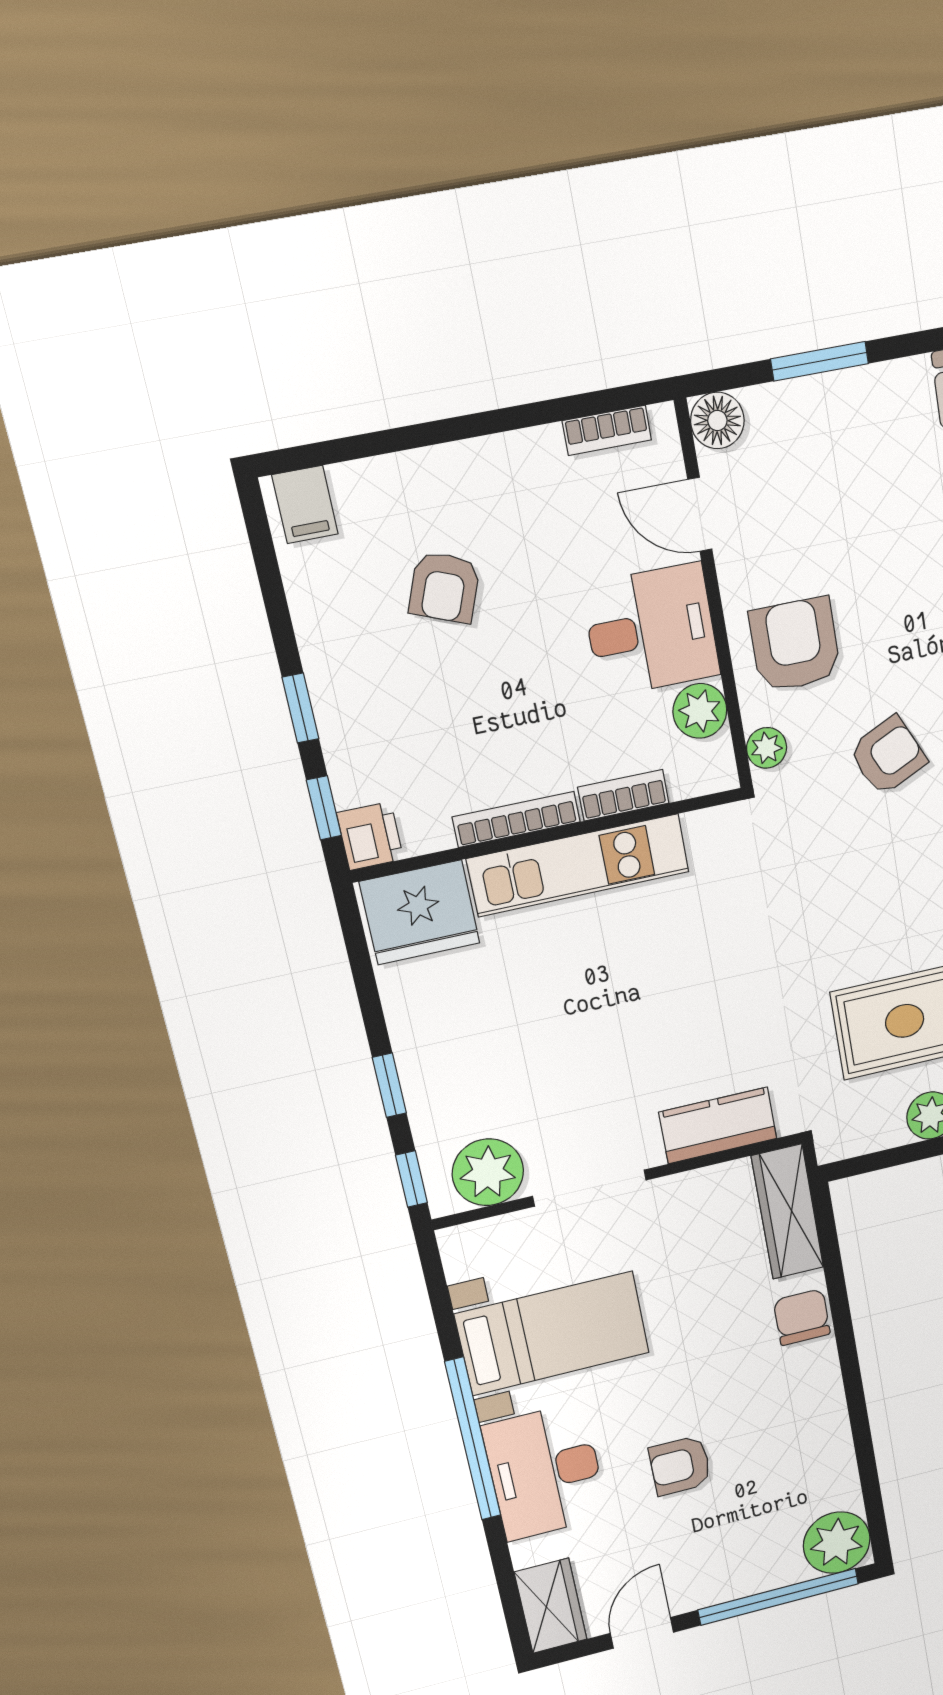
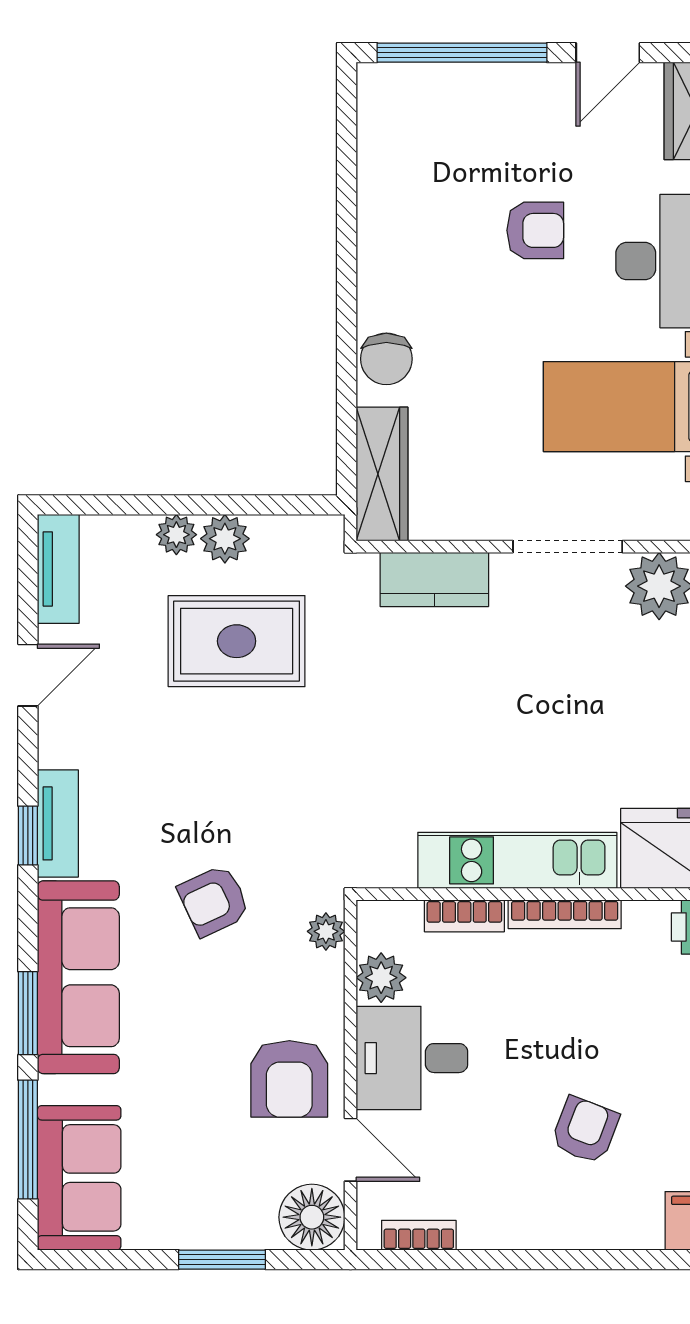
floor lamp: (717, 420) -> (312, 1217), width x1.38, depth x1.38
armchair: (795, 645) -> (289, 1079), moved
plant: (837, 1543) -> (392, 98), removed

